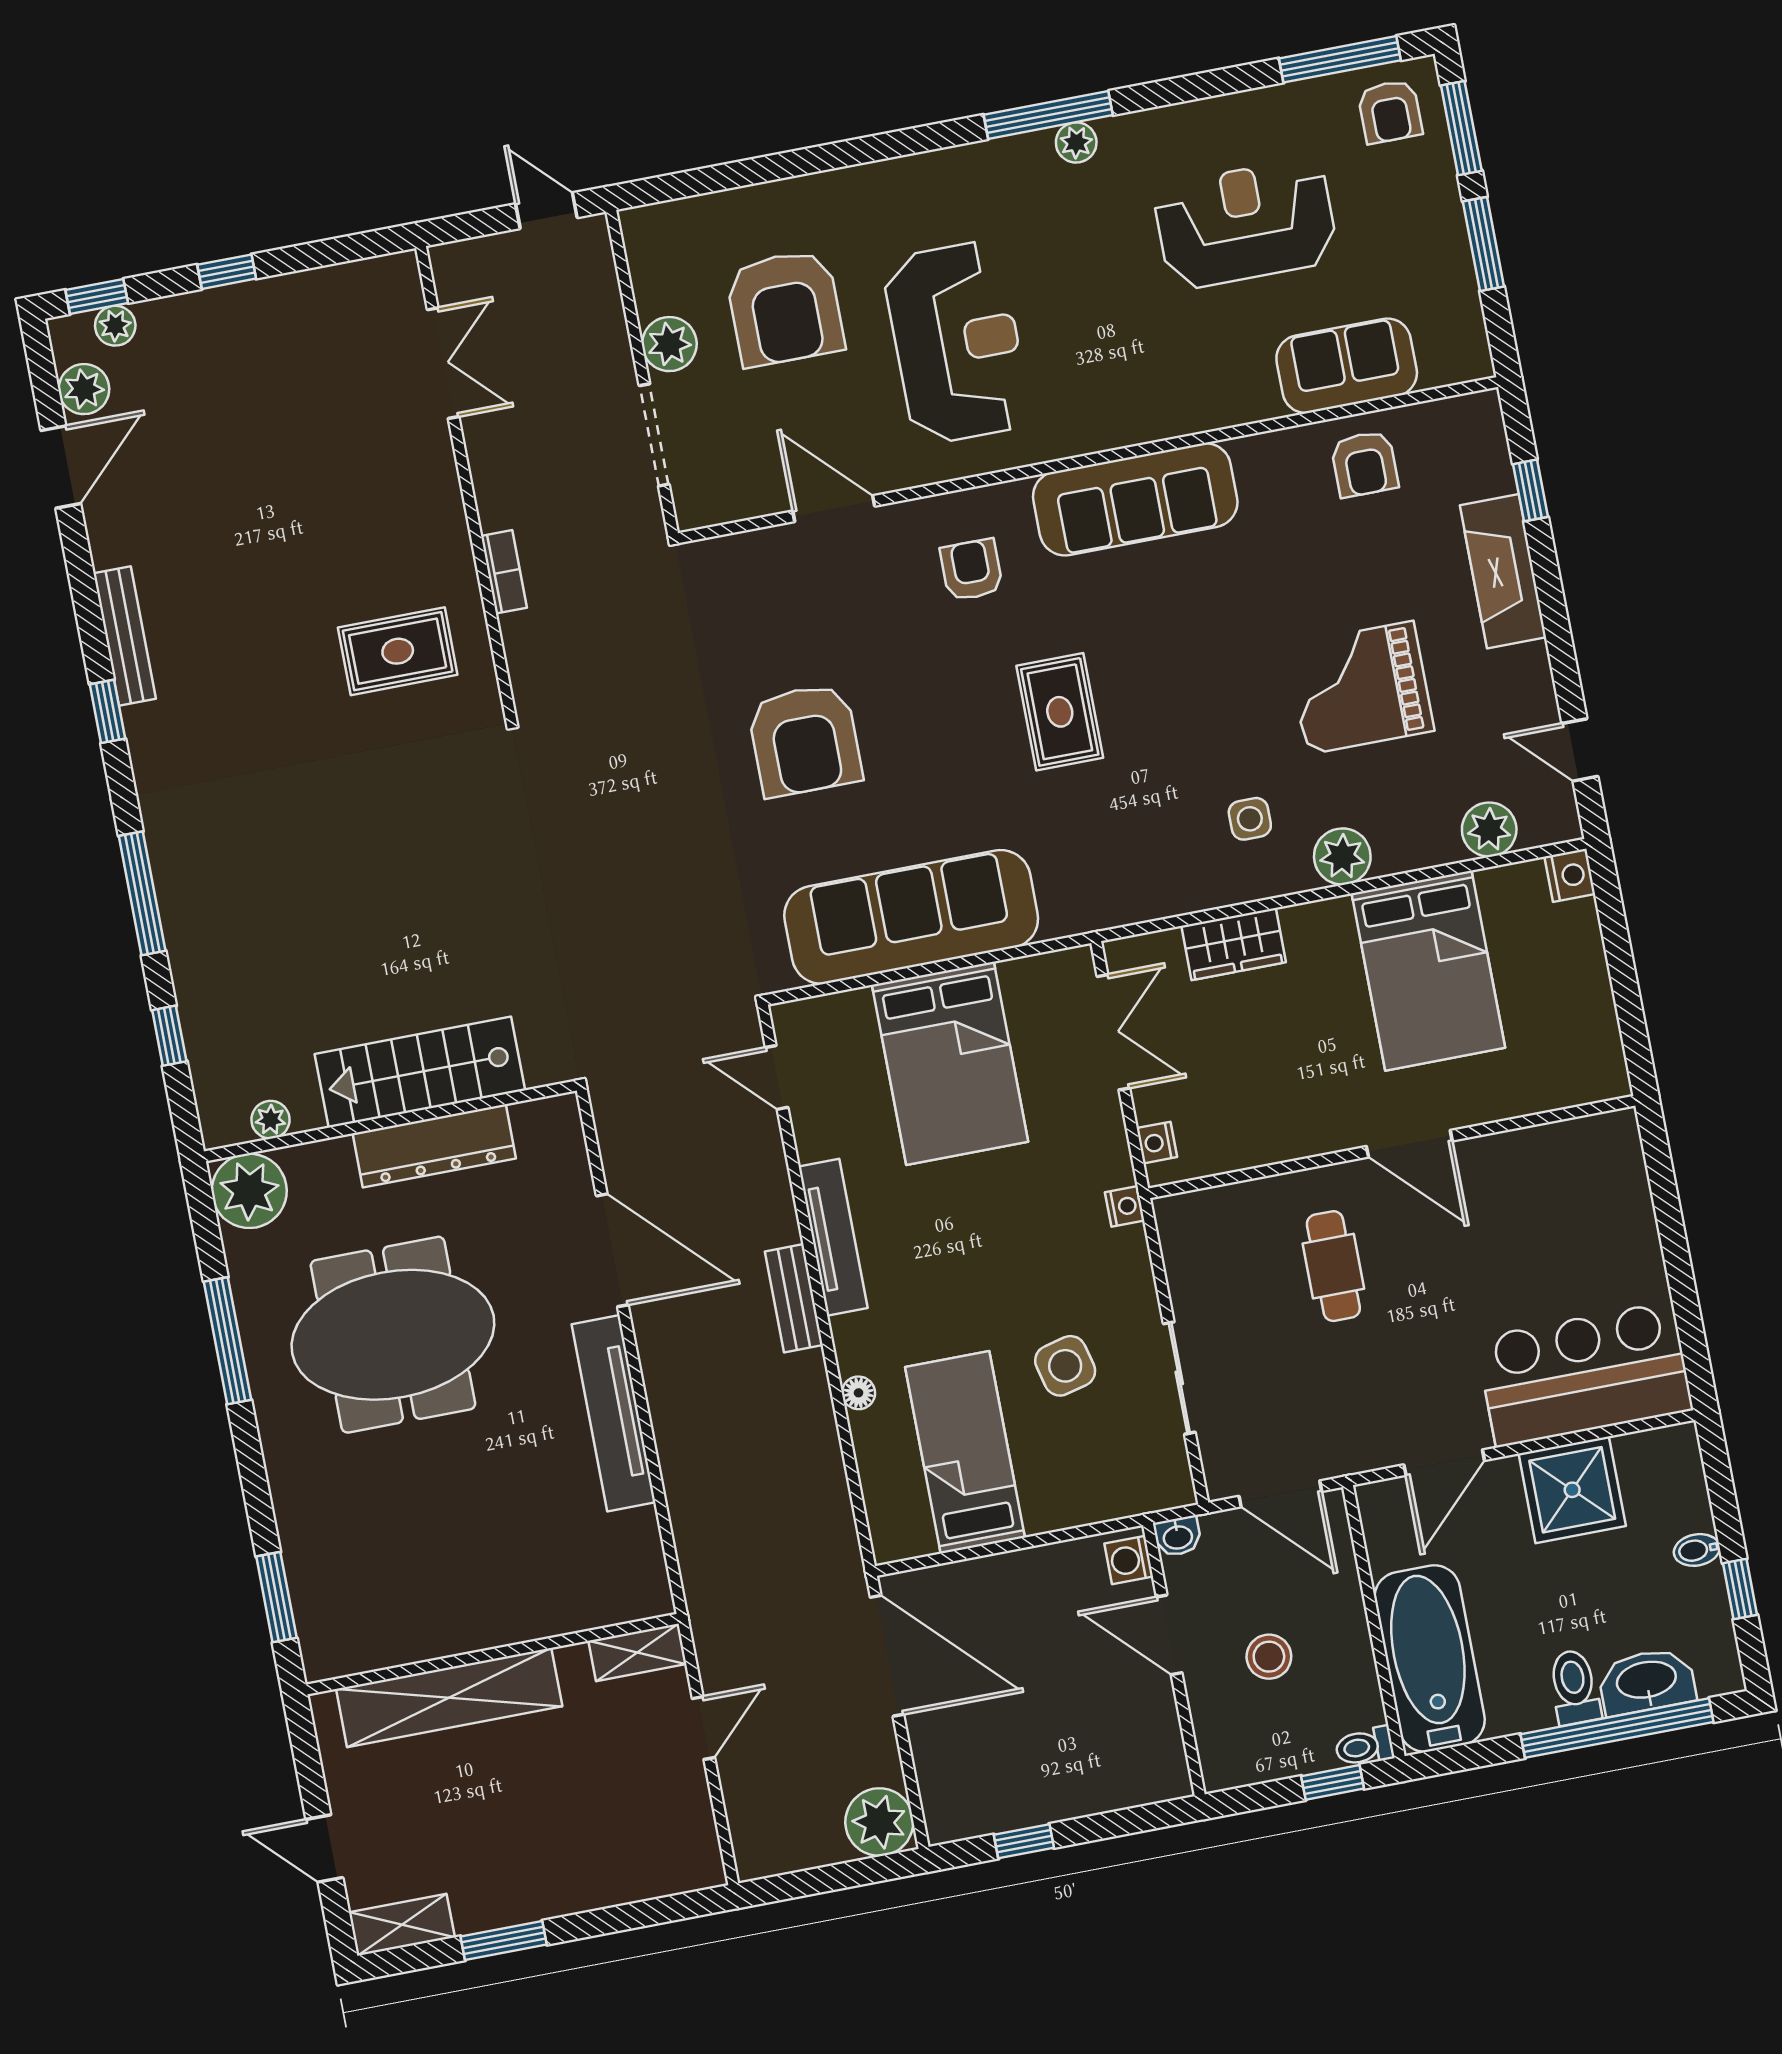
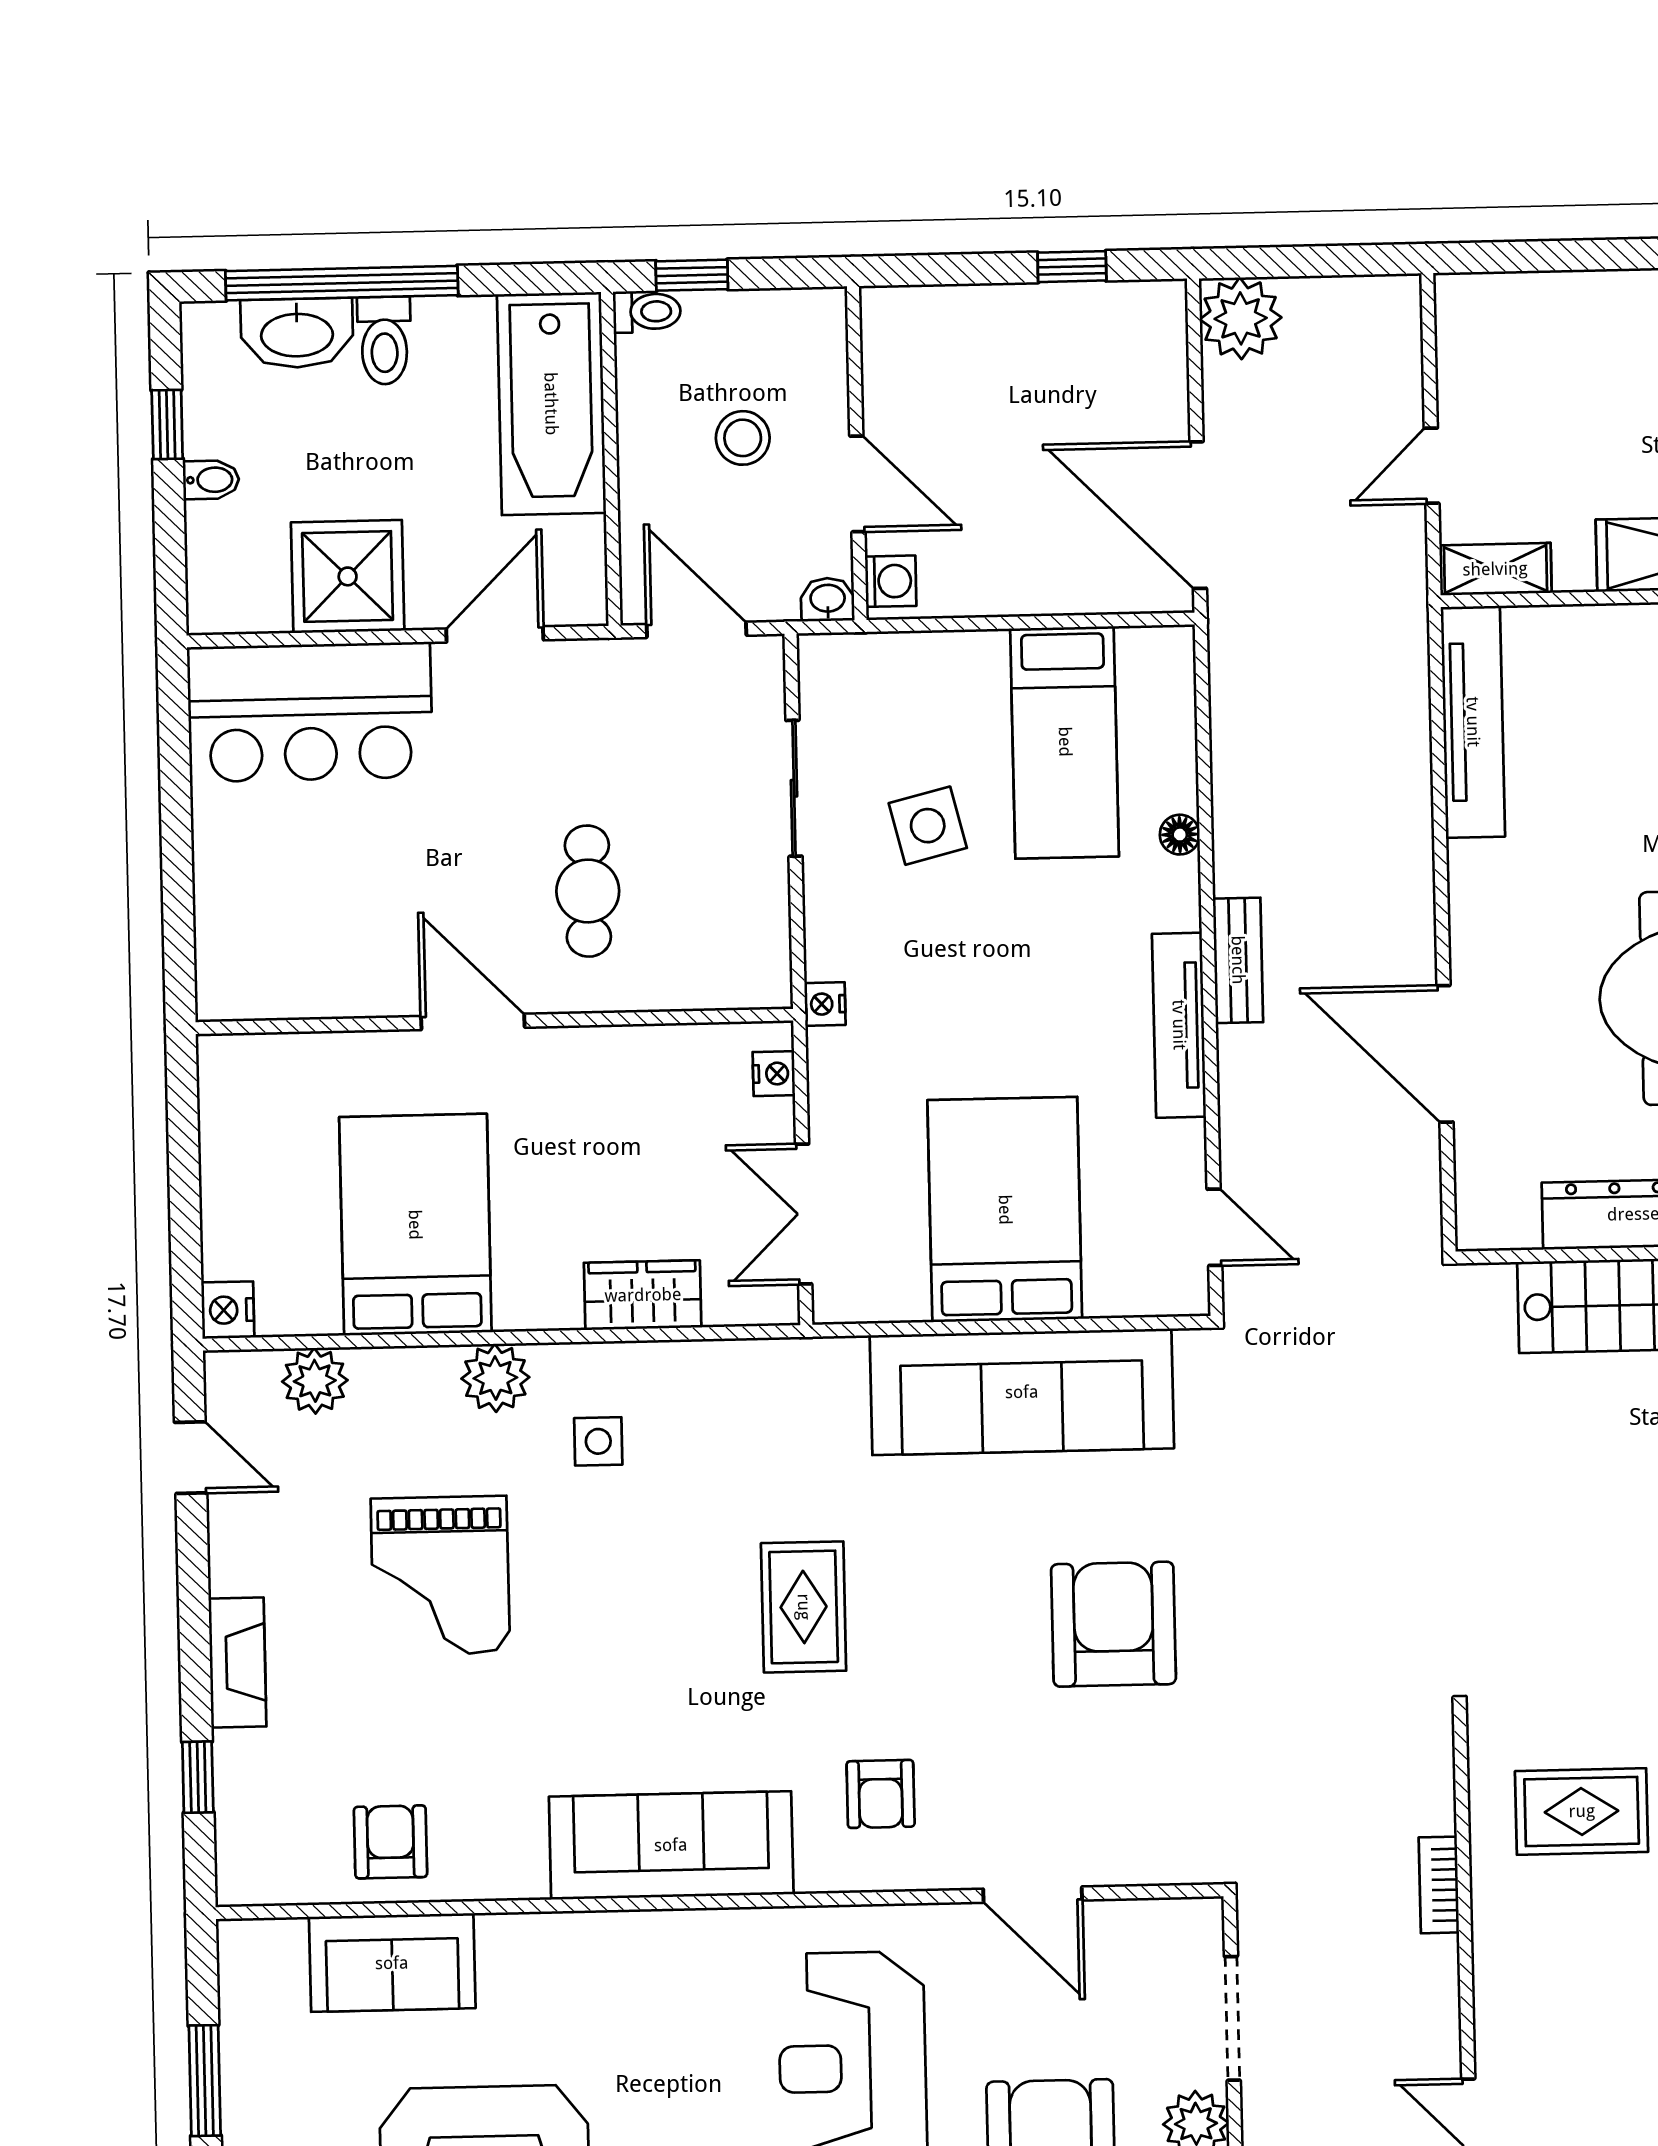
fireplace: (1503, 571) -> (237, 1663), width x0.73, depth x0.76
grand piano: (1360, 688) -> (440, 1576), turned 90
tv unit: (614, 1413) -> (1473, 722), moved

